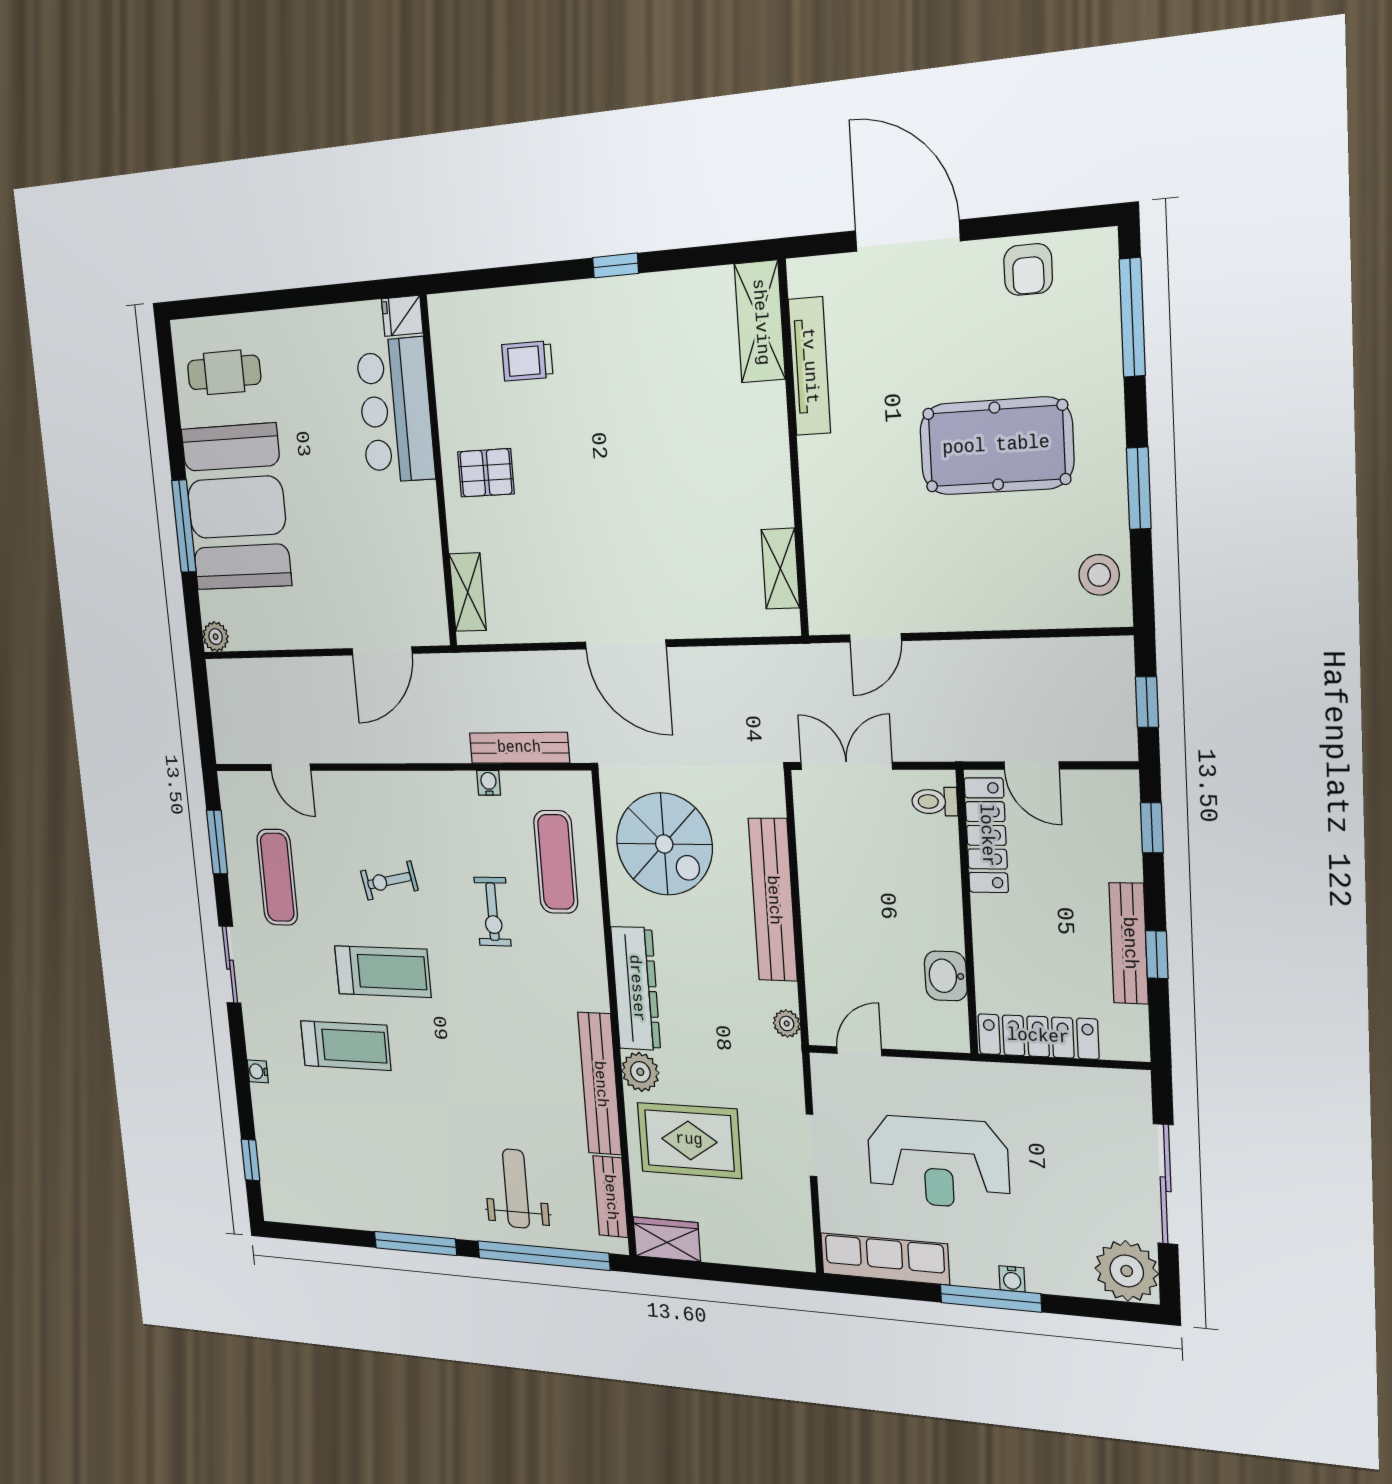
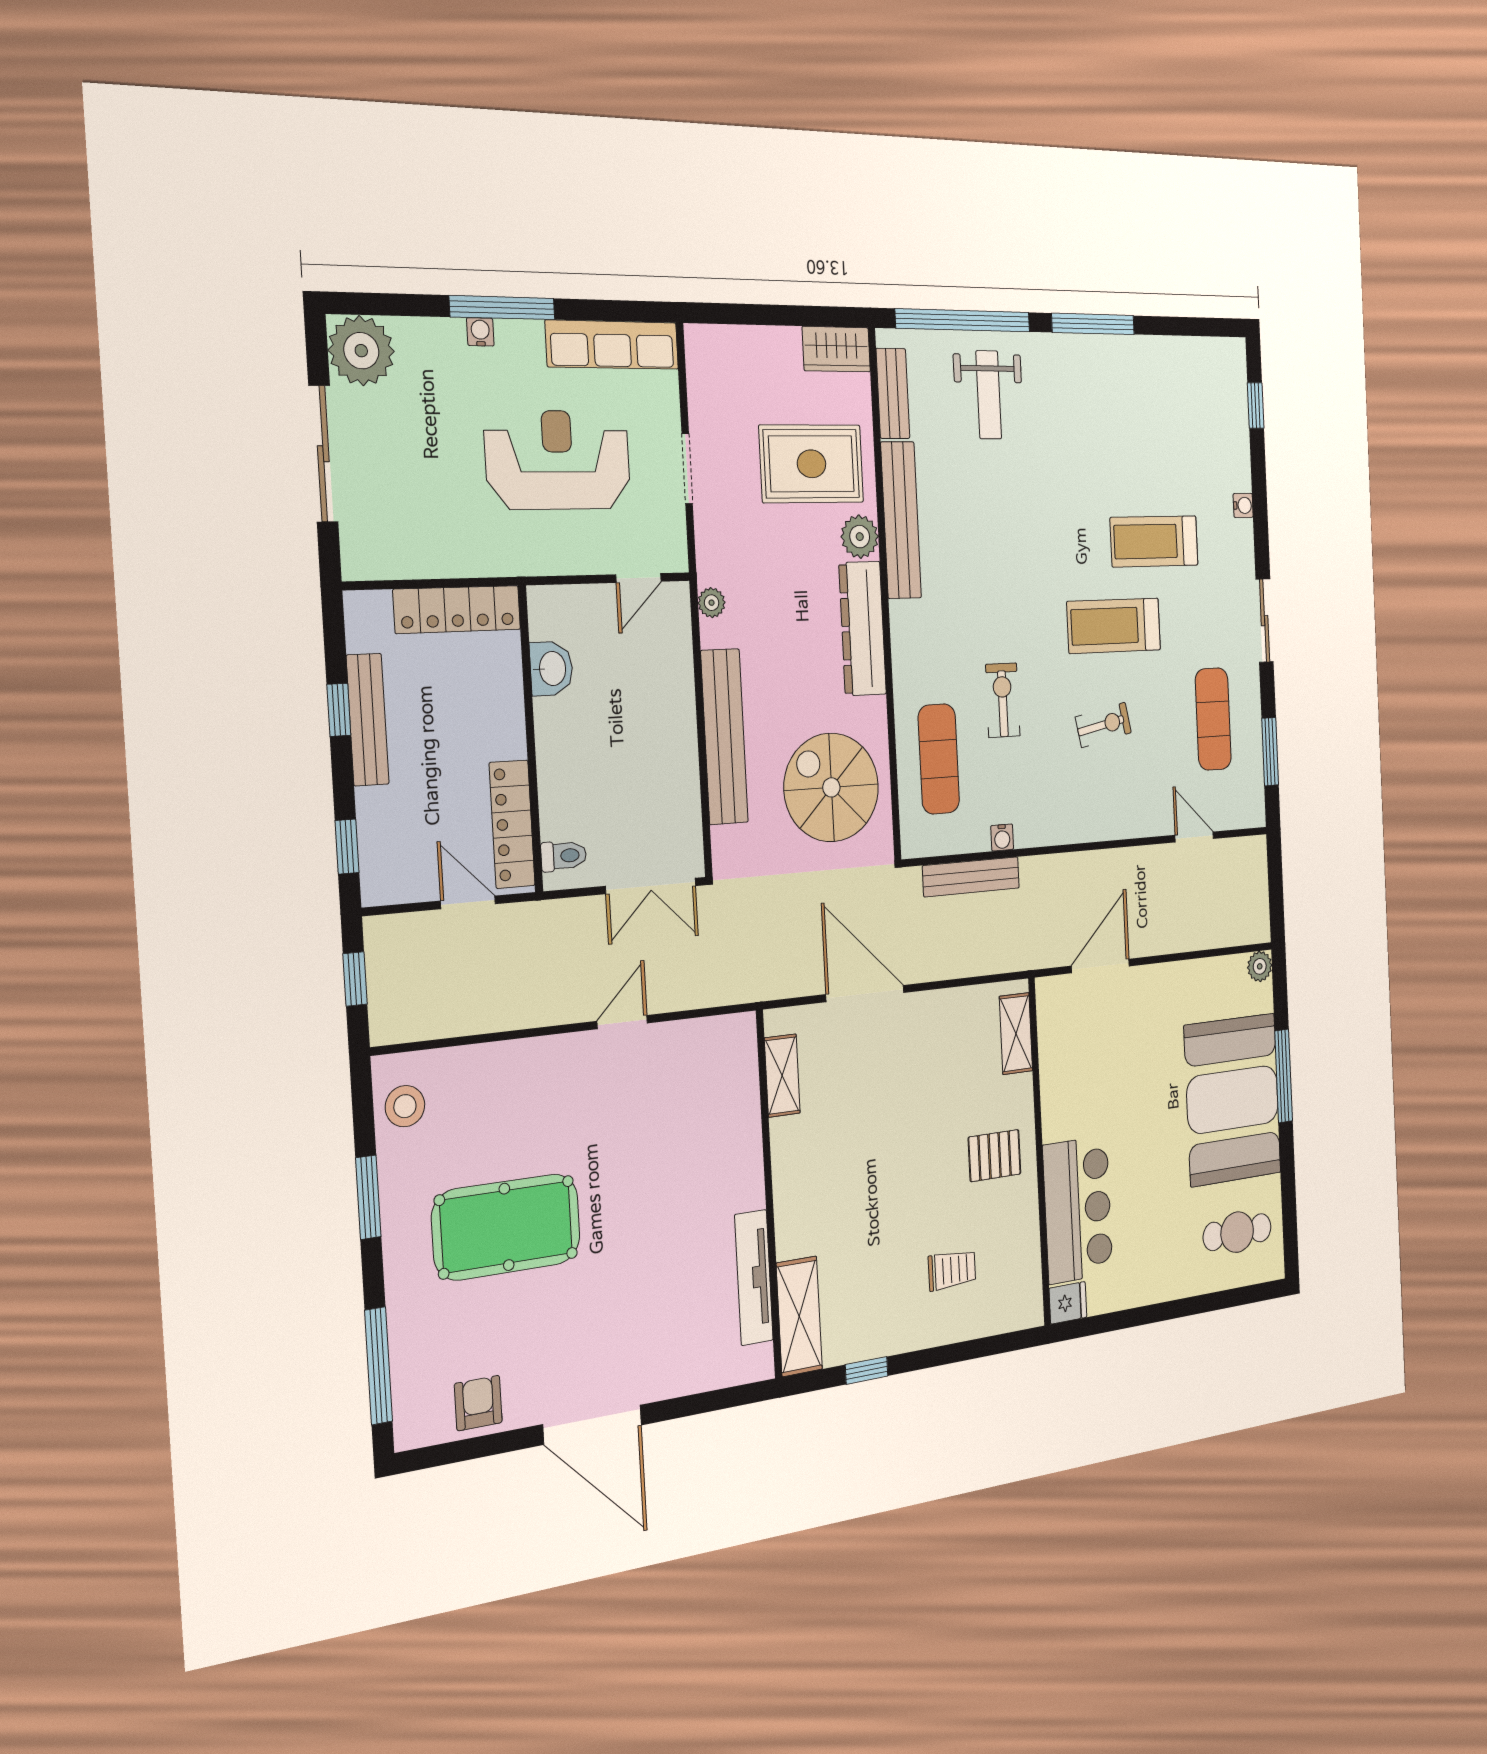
shelving: (760, 322) -> (799, 1316), moved
tv unit: (809, 366) -> (754, 1277), moved
wall: (794, 450) -> (769, 1195), moved
shelving: (780, 569) -> (782, 1076), moved

